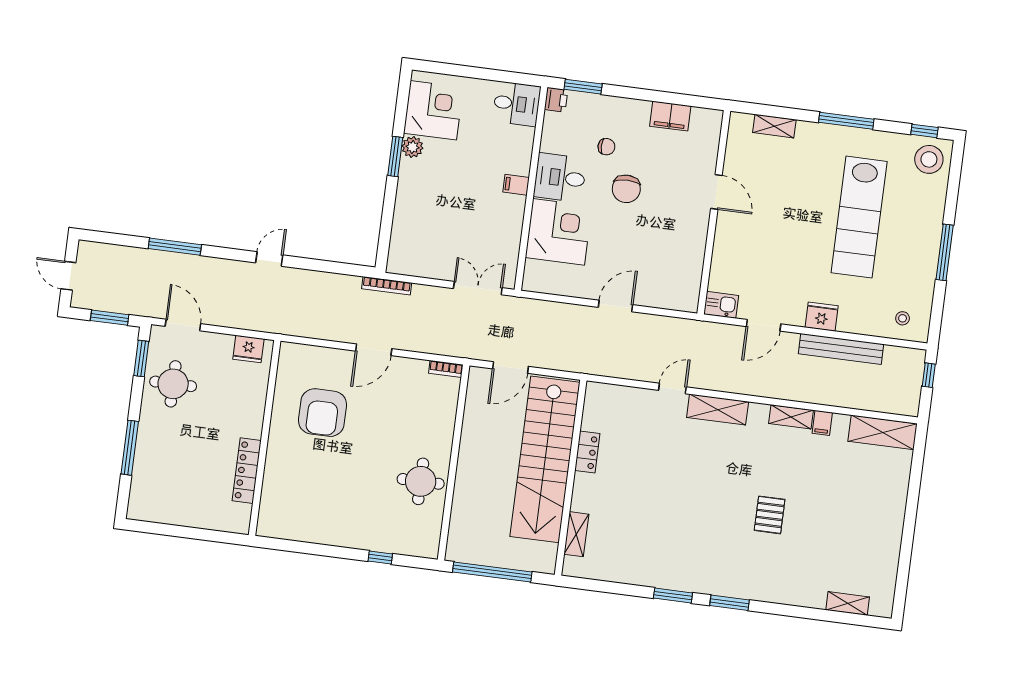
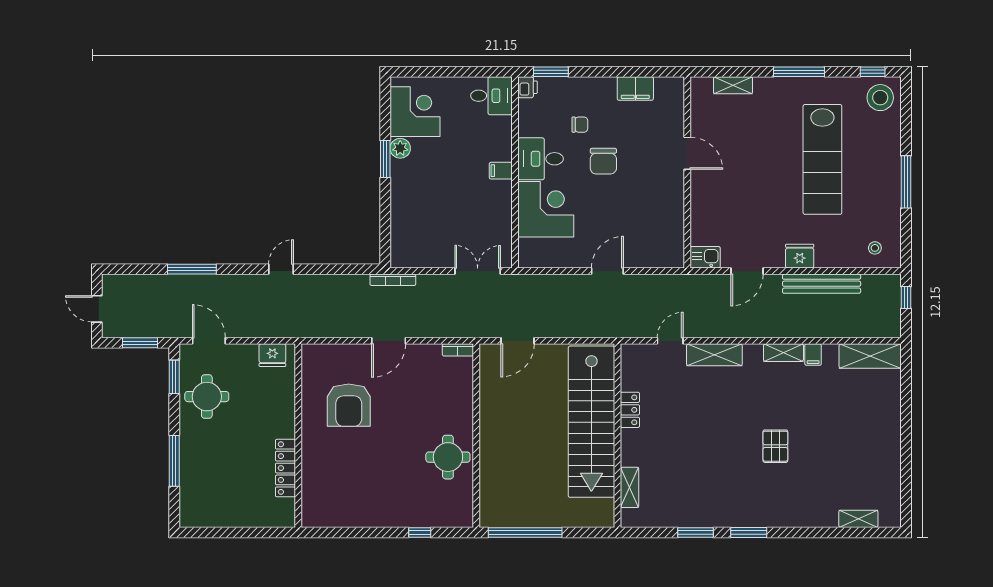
locker: (587, 452) -> (630, 410), moved
stairs: (545, 459) -> (591, 422), moved
wall: (571, 478) -> (618, 436), moved
shelving: (576, 534) -> (630, 487), moved

